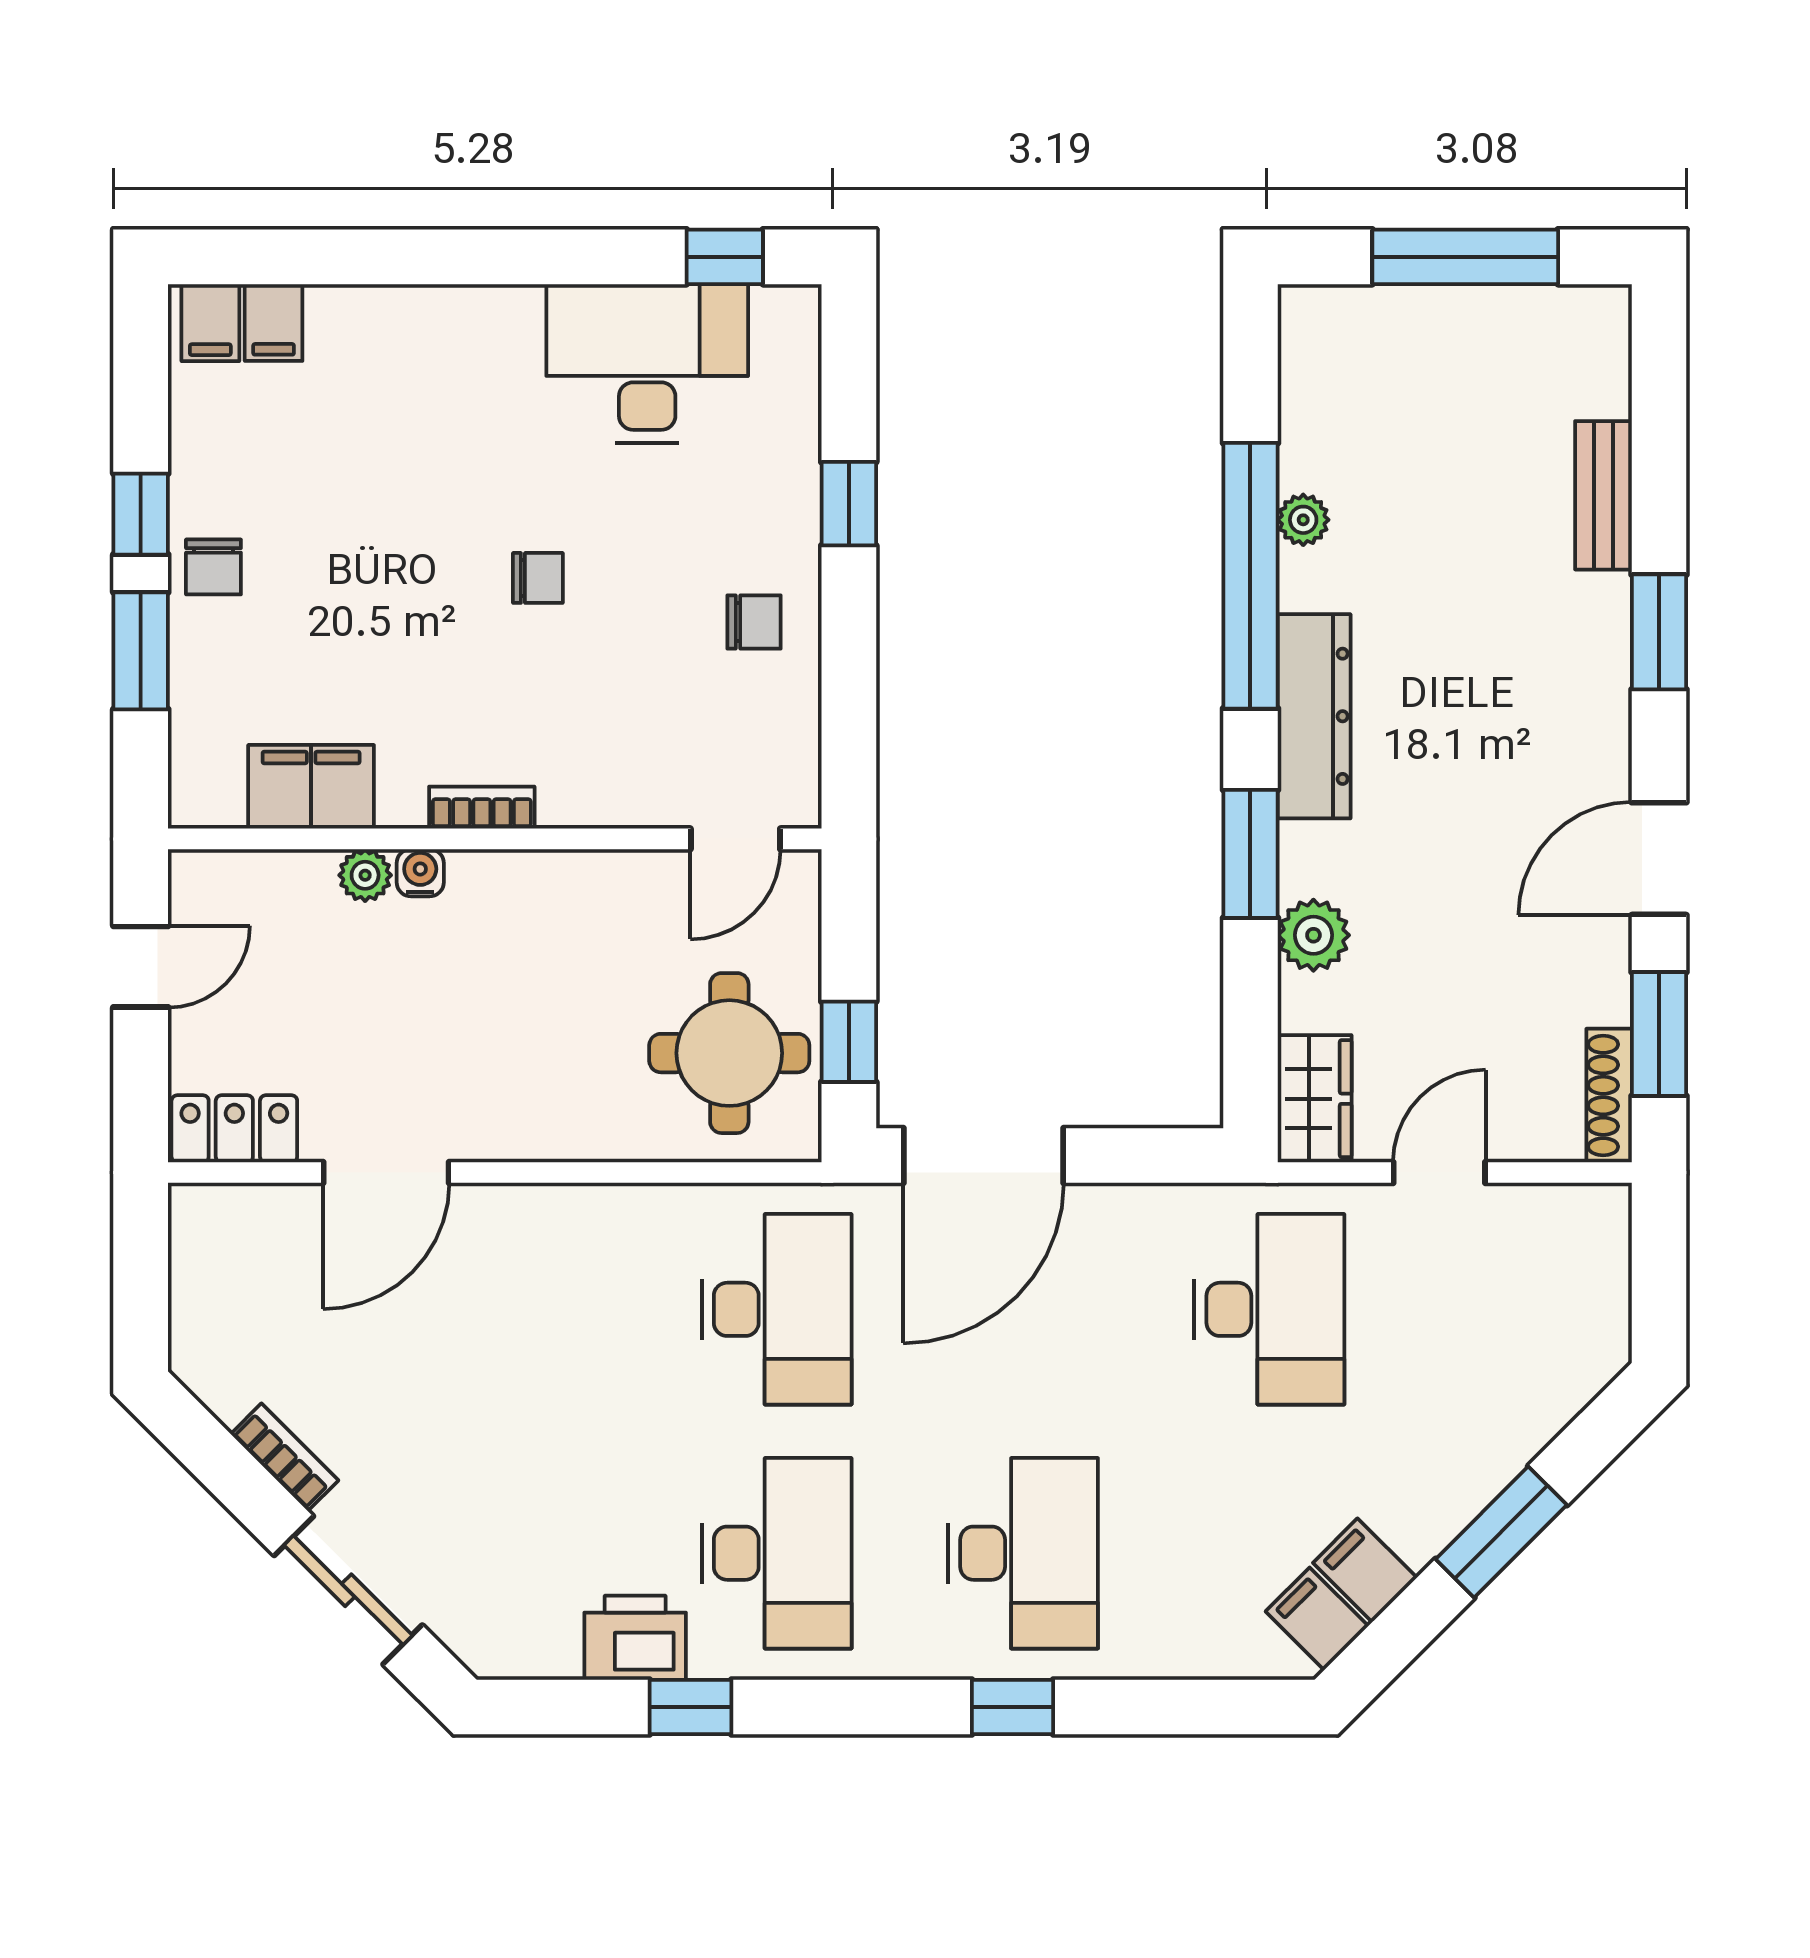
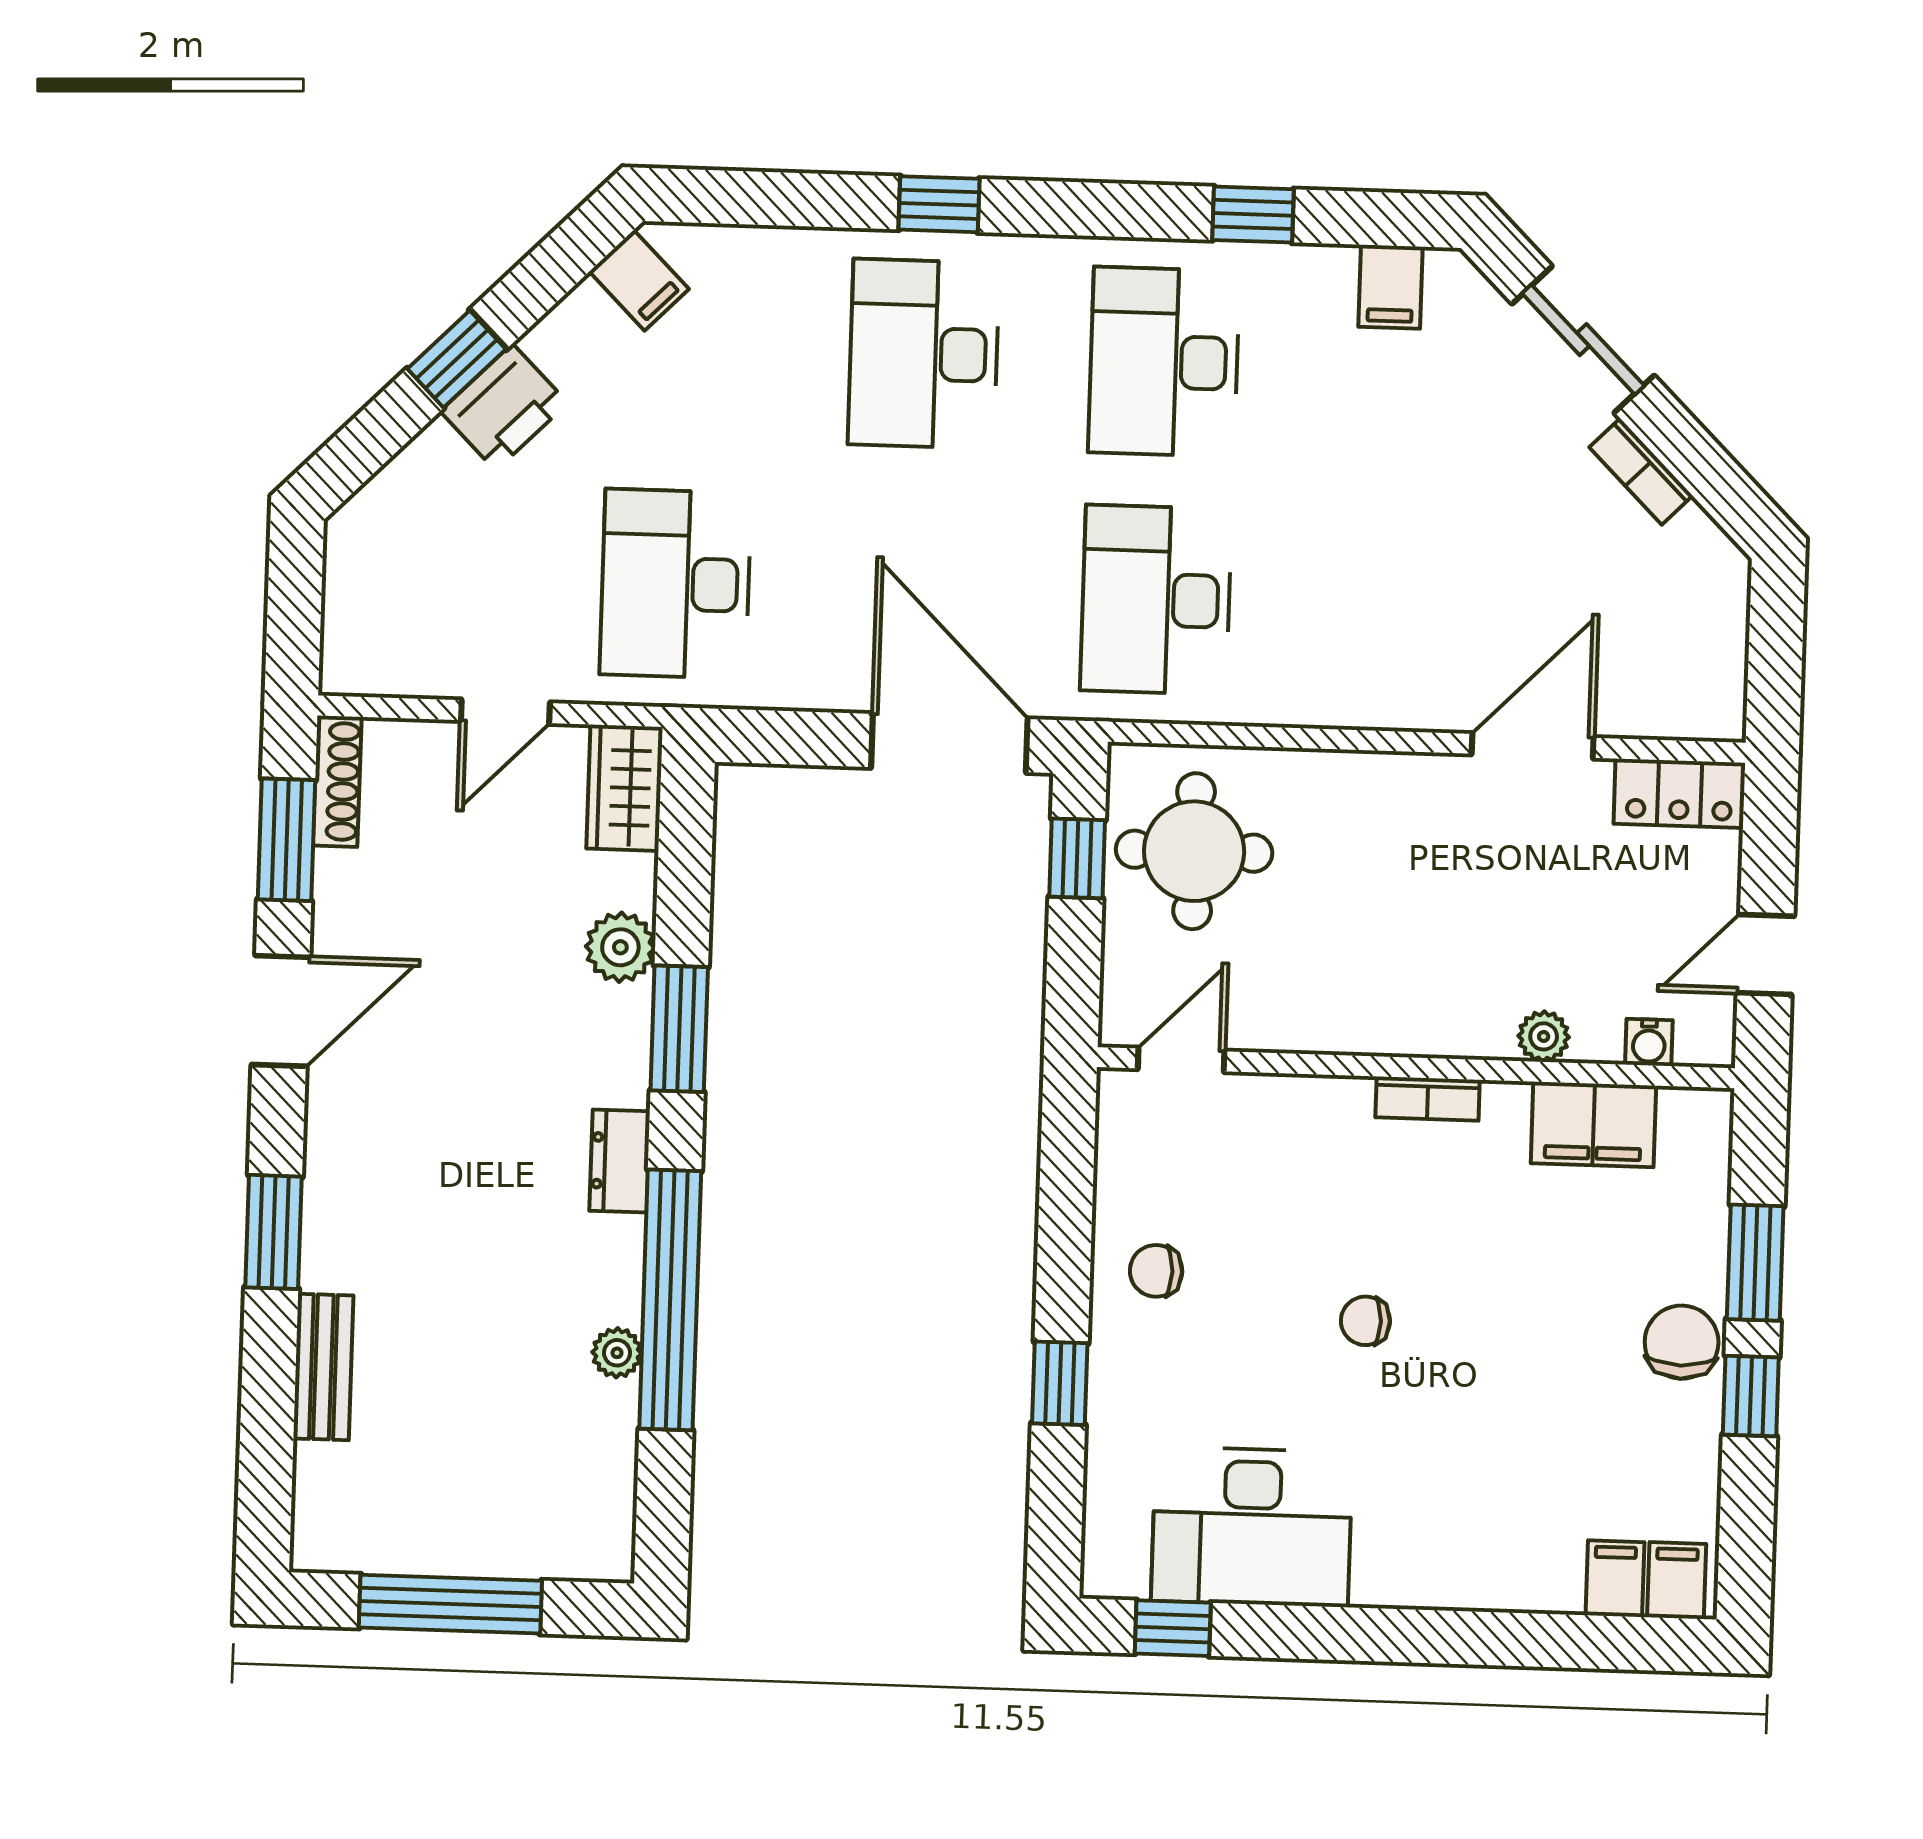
chair: (213, 567) -> (1682, 1342), width x1.37, depth x1.37
dresser: (1314, 716) -> (620, 1161), width x0.51, depth x0.80
water cooler: (420, 873) -> (1649, 1042), moved
door: (984, 1155) -> (949, 743), hinge flipped
window: (1501, 1532) -> (457, 359), width x0.67
filing cabinet: (1365, 1570) -> (1391, 287), moved, turned 45
printer: (635, 1638) -> (504, 407), moved, turned -45

